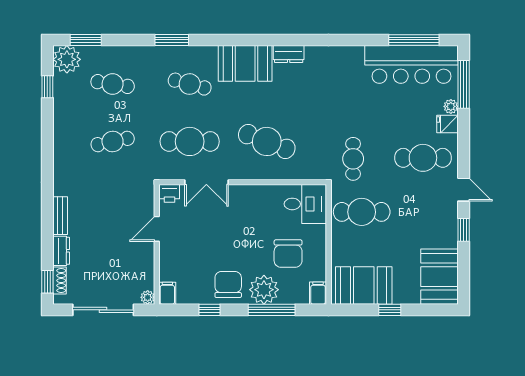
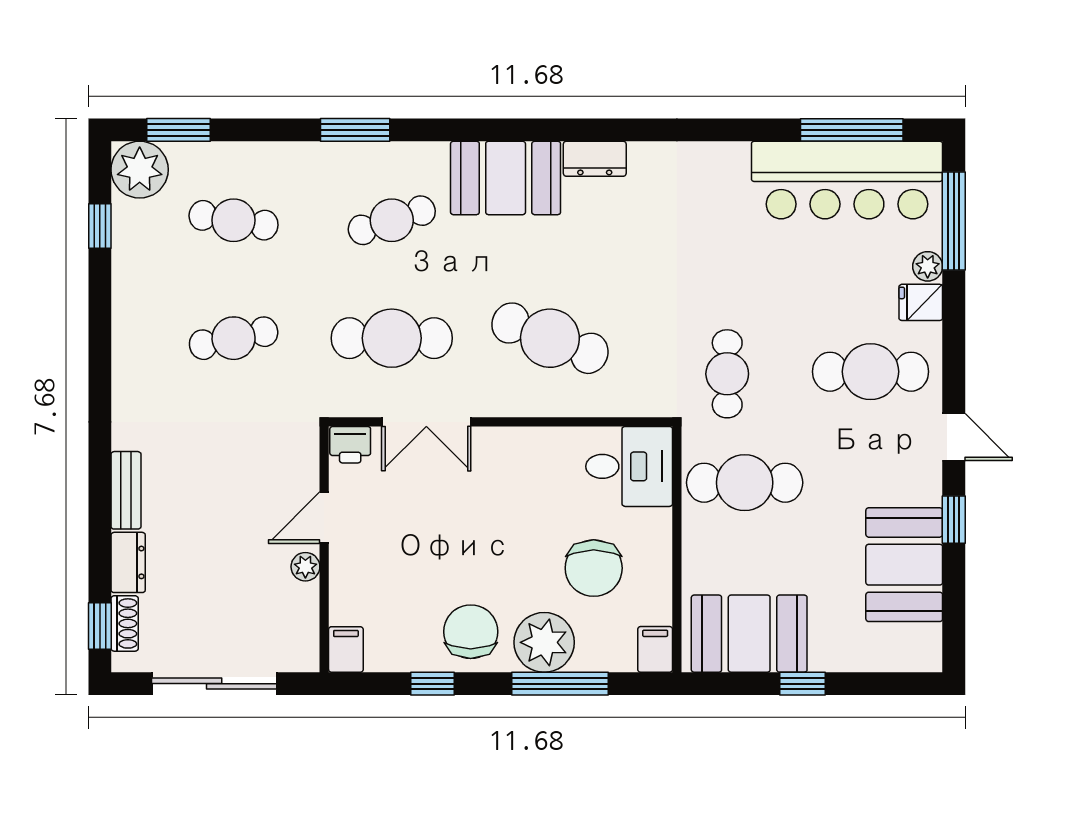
cafe table: (190, 84) -> (392, 220), turned -33
booth: (439, 277) -> (904, 565), moved
plant: (148, 297) -> (305, 567), moved

